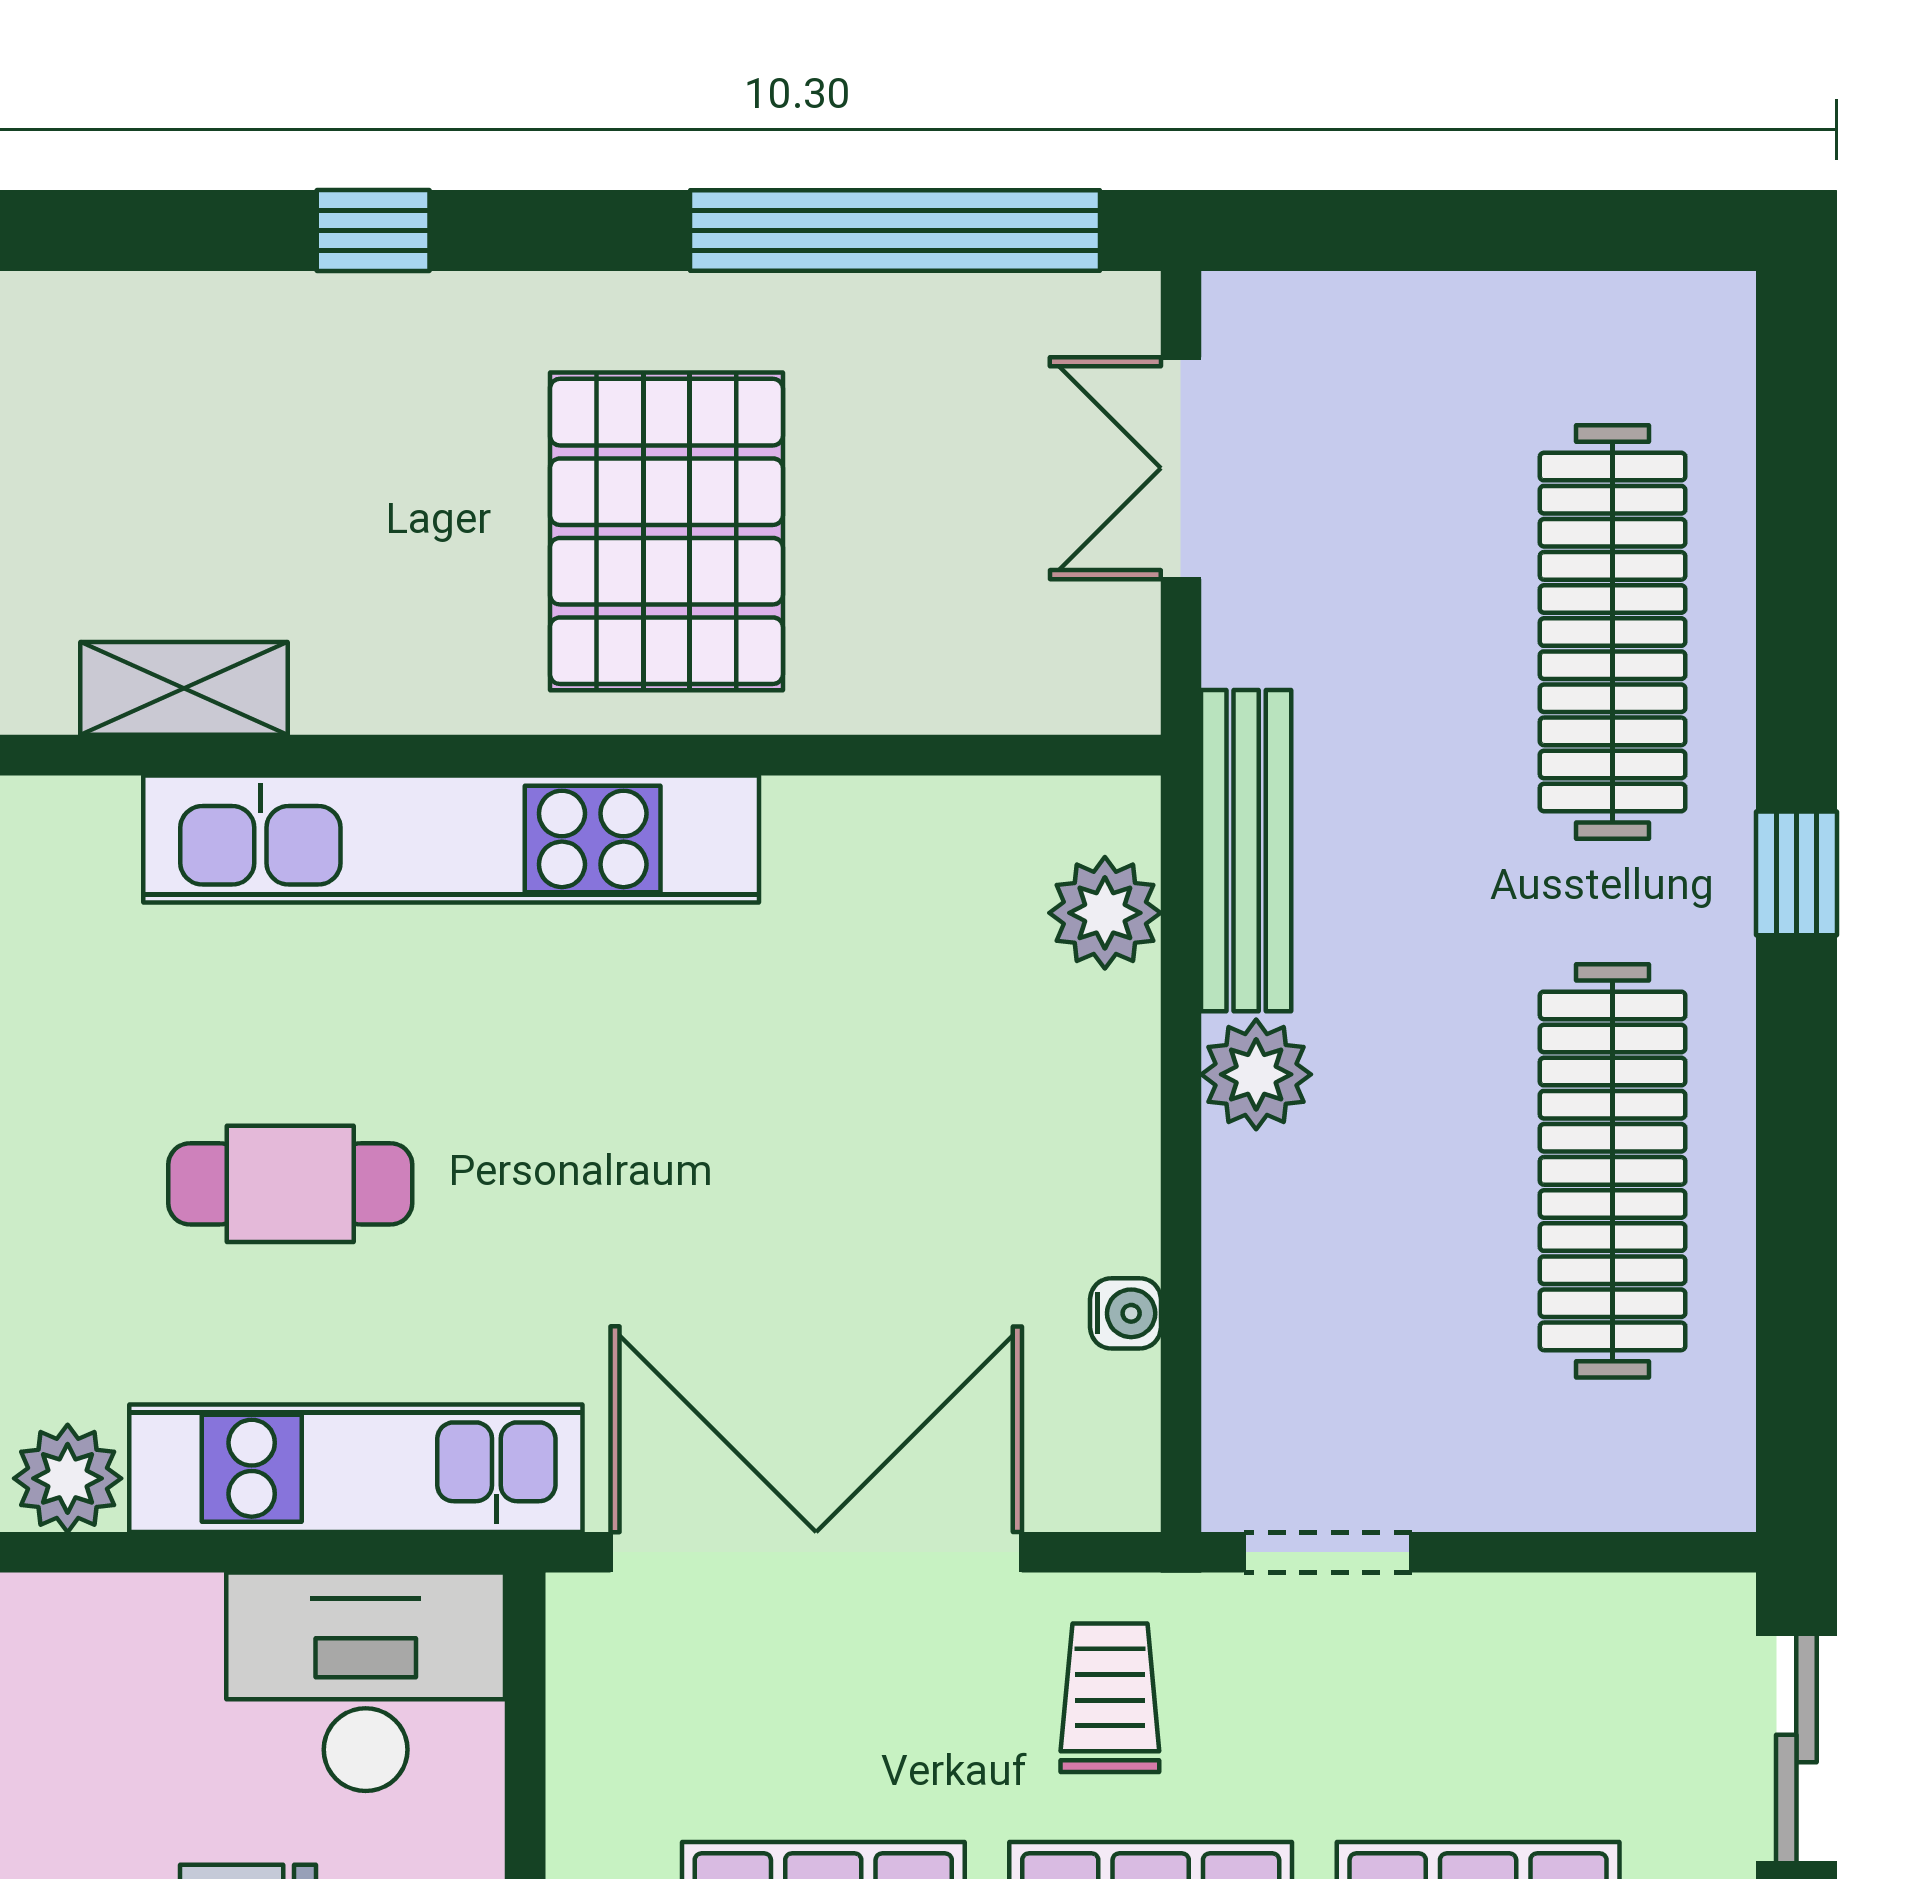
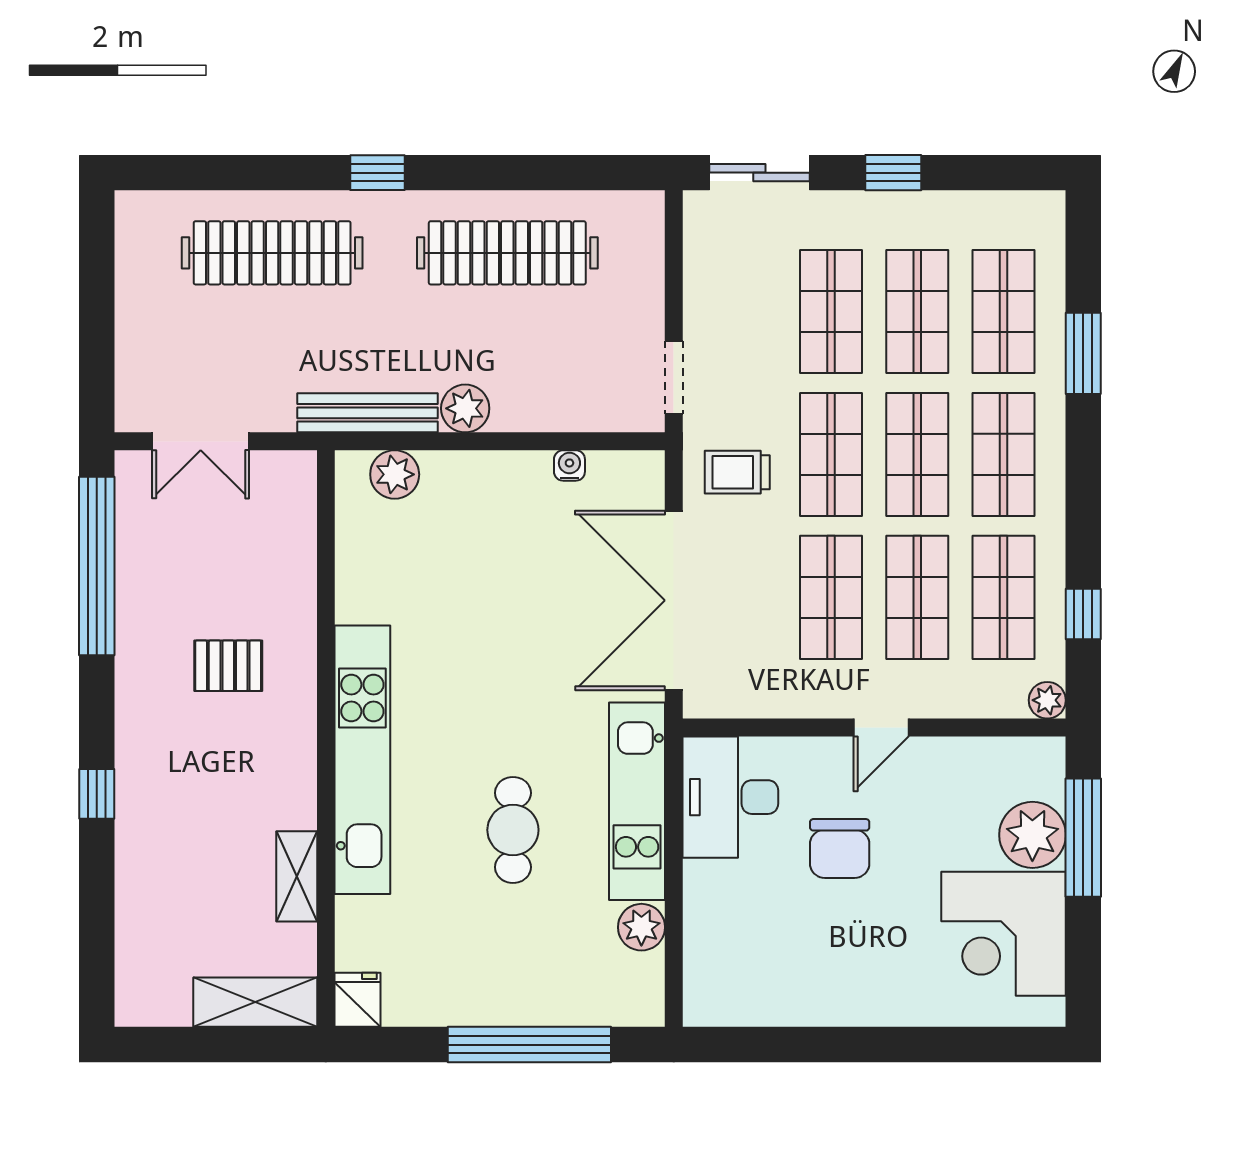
pallet: (666, 531) -> (228, 666), width x0.49, depth x0.50

